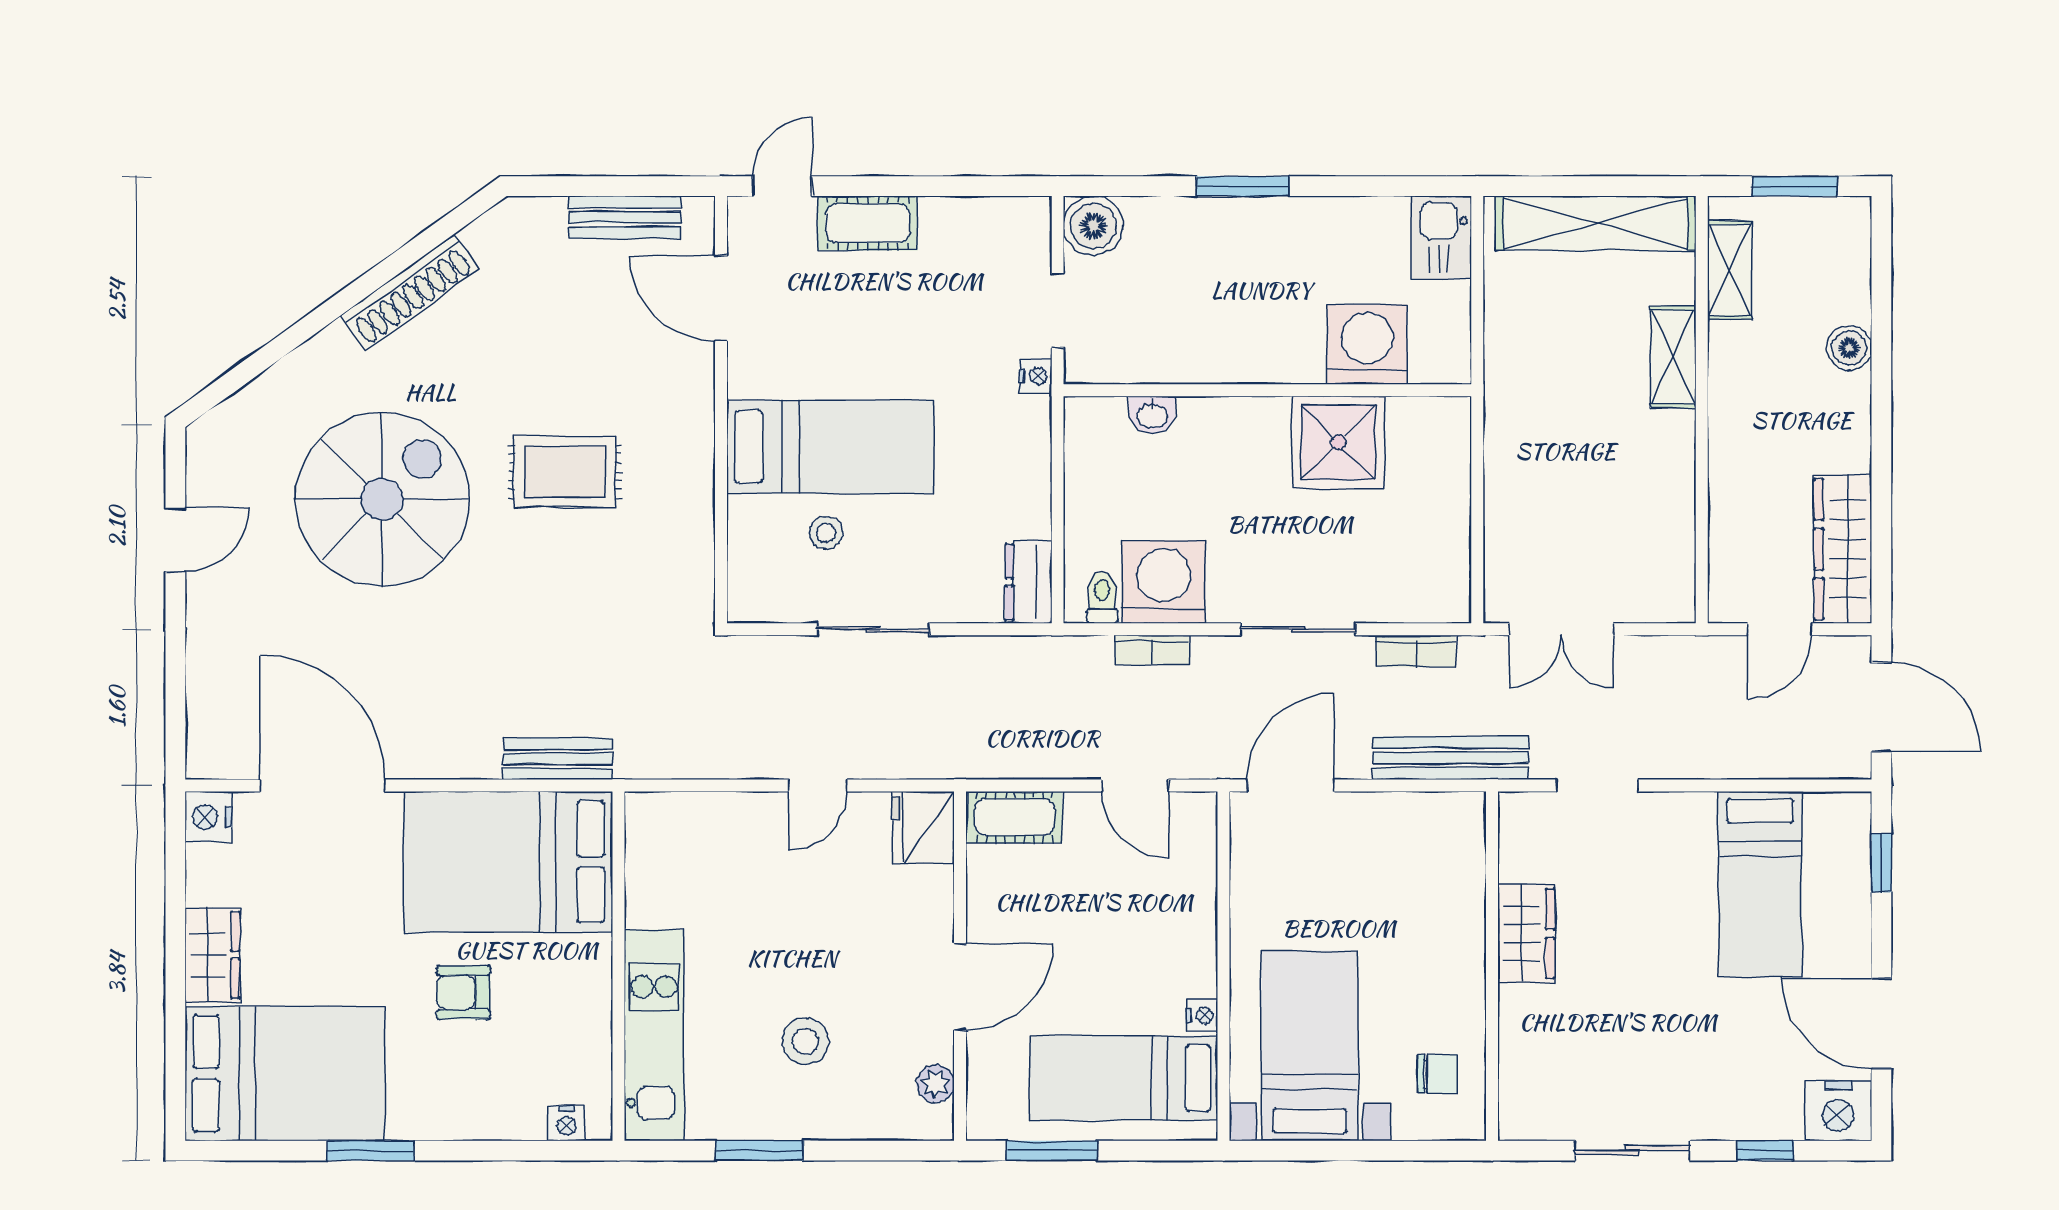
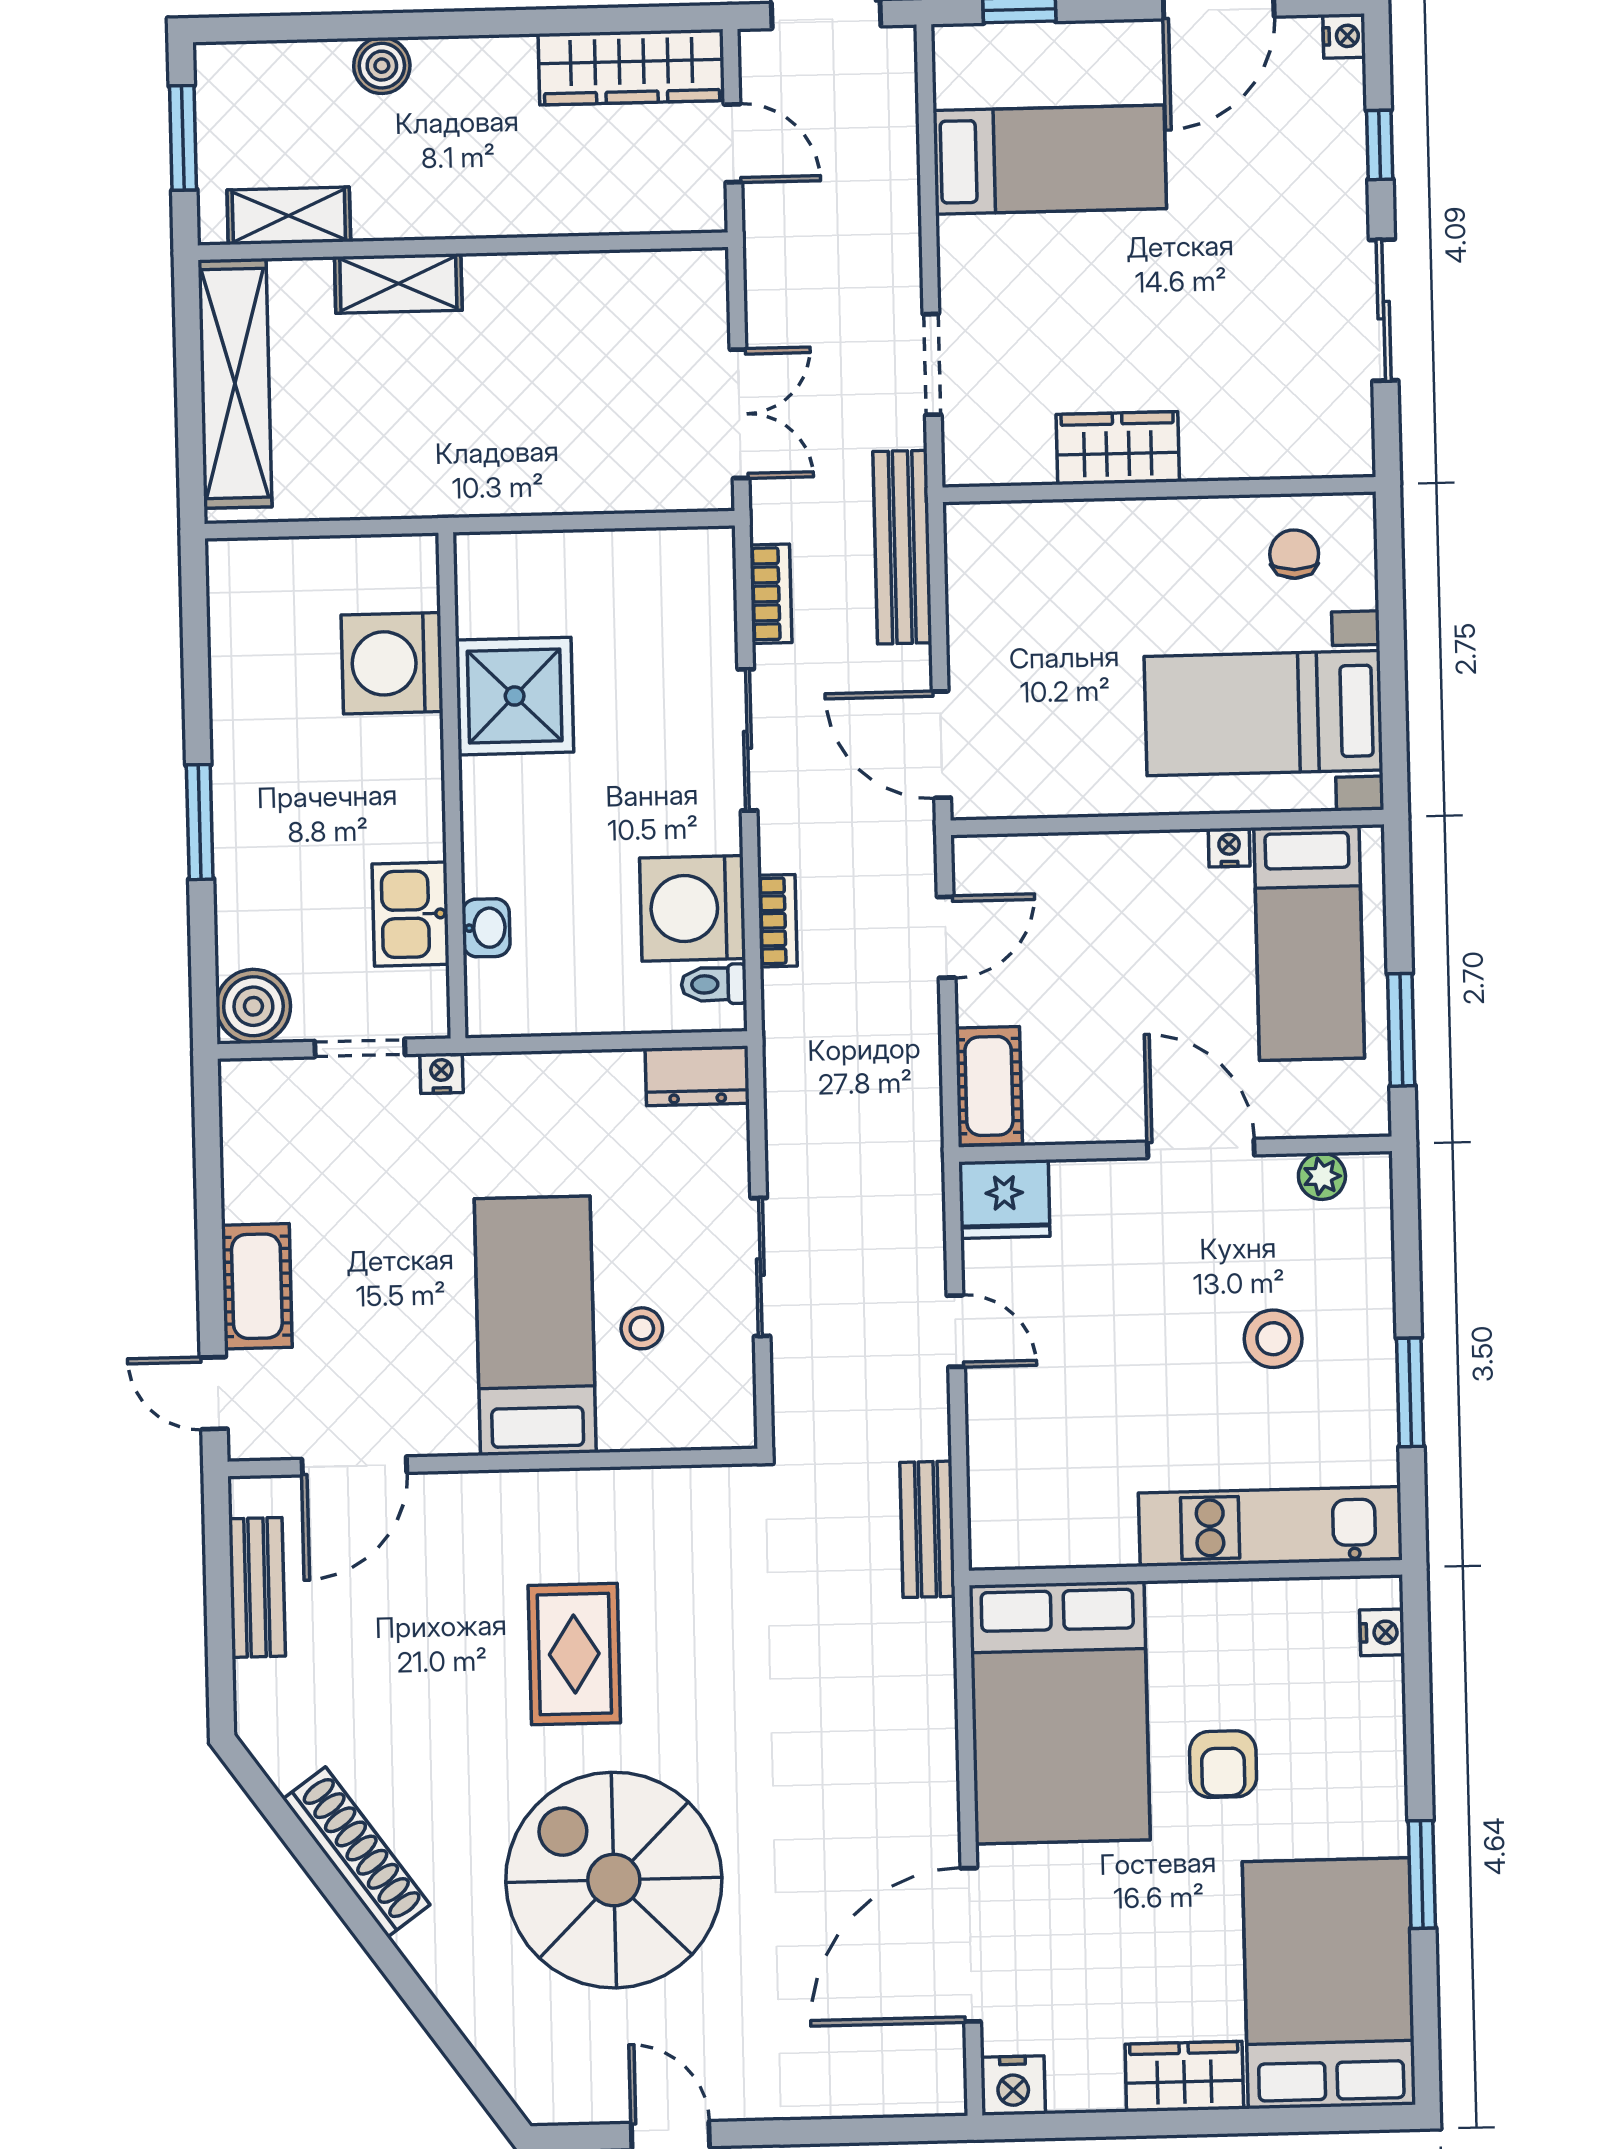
kitchen sink: (1442, 237) -> (411, 914), moved, turned 90
bench: (558, 759) -> (927, 1529), moved
nightstand: (1838, 1111) -> (1344, 36), width x0.53, depth x0.56

